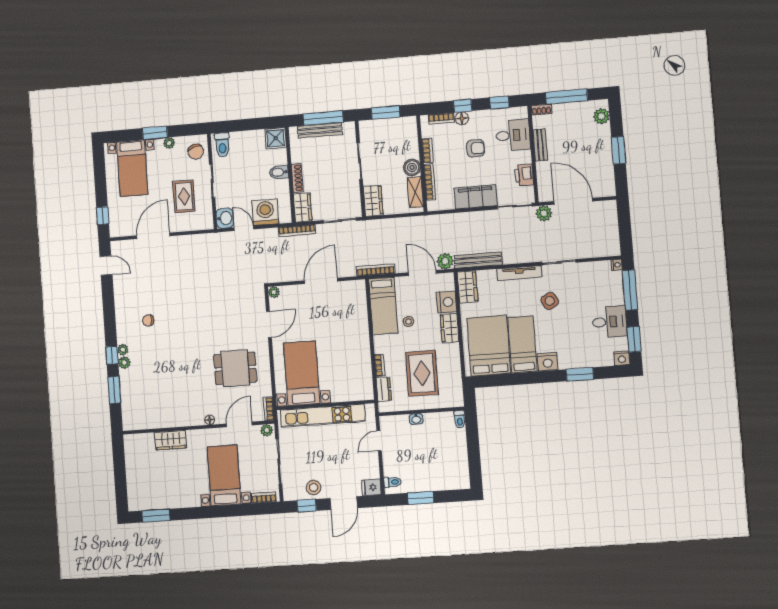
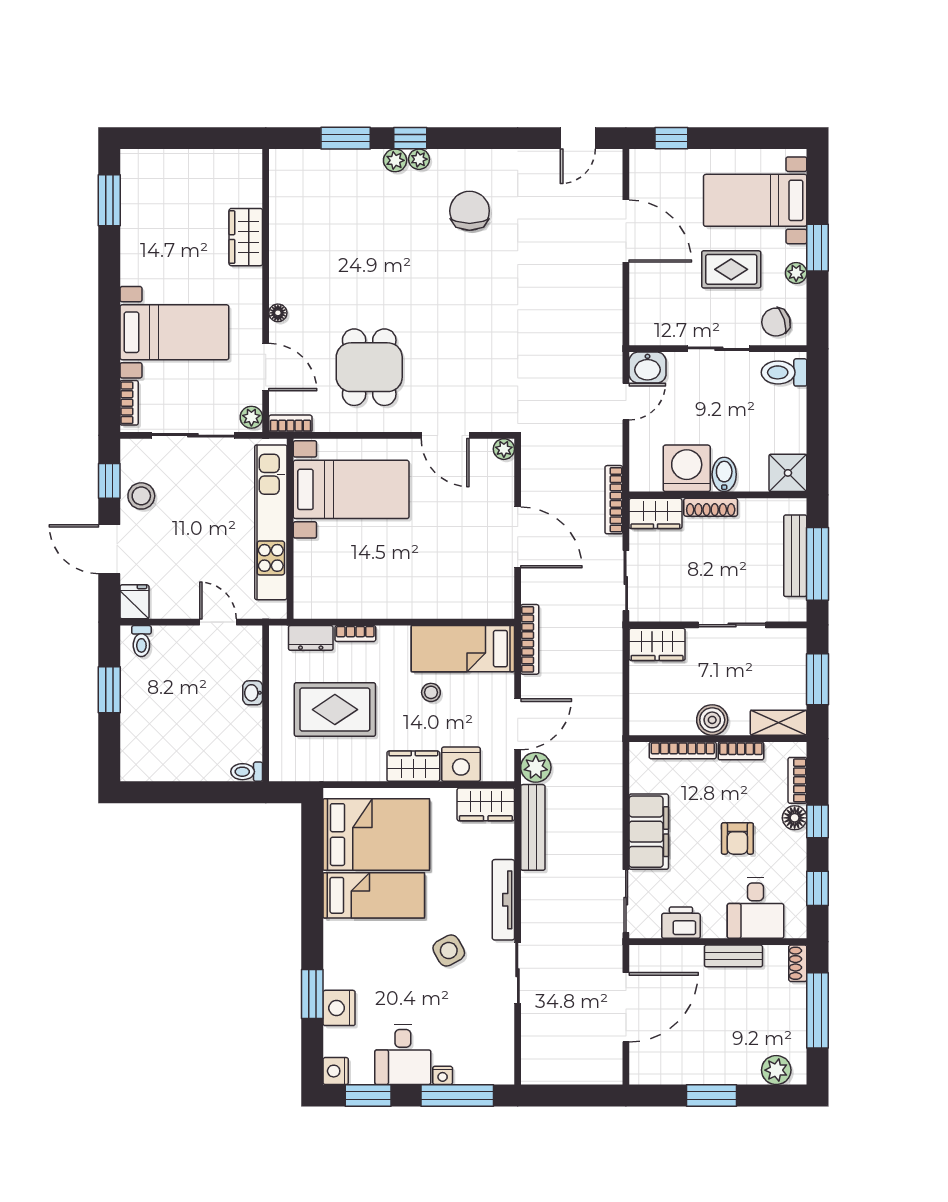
shelving: (415, 192) -> (779, 723), moved
rug: (184, 196) -> (731, 269), moved
washing machine: (265, 212) -> (687, 468), moved, turned -90
plant: (544, 213) -> (608, 953), removed
nightstand: (617, 265) -> (443, 1075), moved
chair: (148, 320) -> (470, 211), width x1.87, depth x1.87
nightstand: (548, 362) -> (339, 1008), moved

